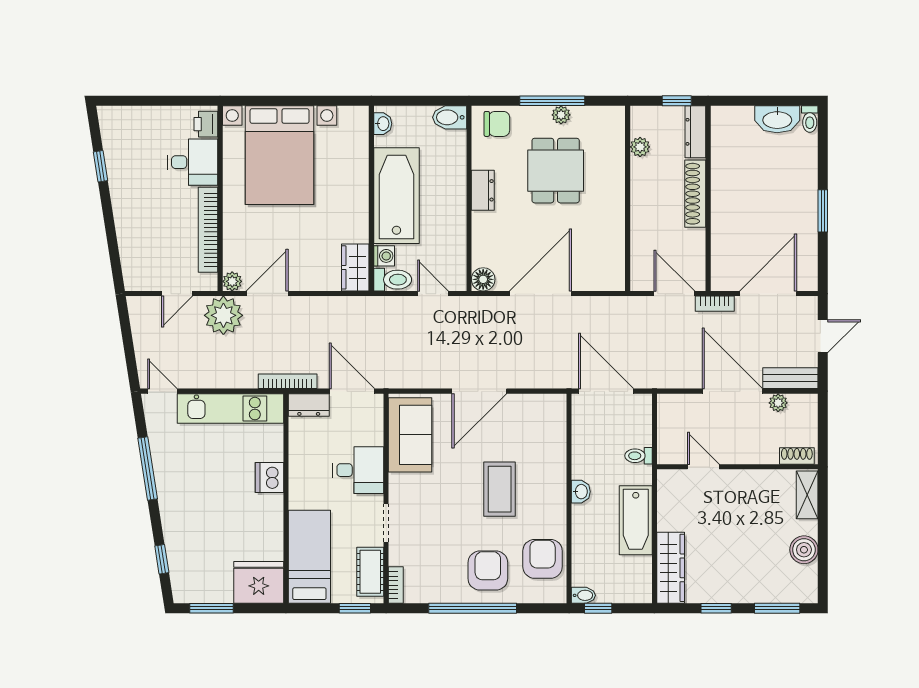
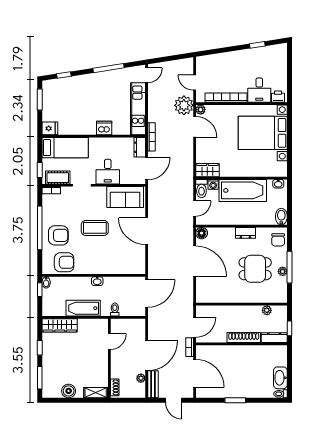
coffee table: (500, 489) -> (95, 228), moved
fridge: (259, 582) -> (50, 128), width x0.53, depth x0.75

